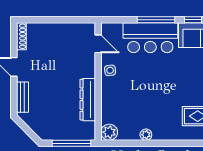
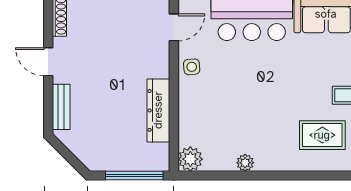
door: (98, 44) -> (174, 27), hinge flipped

